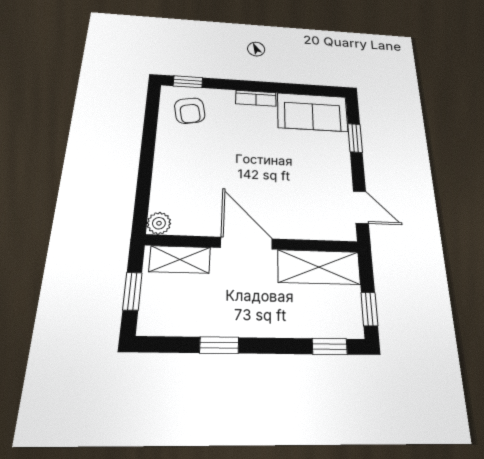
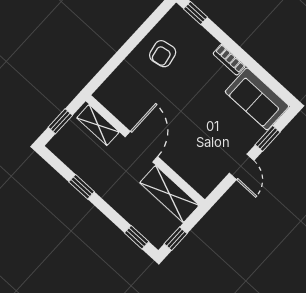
armchair: (190, 111) -> (163, 54), moved
door: (361, 207) -> (242, 167), moved
plant: (159, 223) -> (103, 95), removed

